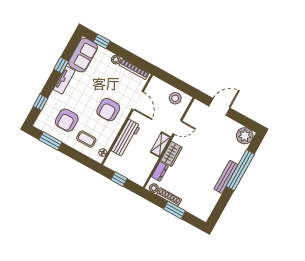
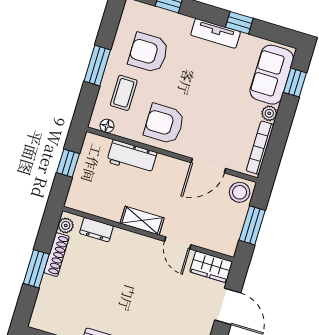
sofa: (83, 55) -> (272, 75), moved, turned 90
window: (177, 83) -> (252, 225), added
stool: (175, 98) -> (240, 192), moved
armchair: (108, 110) -> (164, 124), moved
workbench: (126, 138) -> (132, 157), width x0.73
window: (50, 141) -> (97, 65), moved
wardrobe: (171, 154) -> (211, 267), moved

